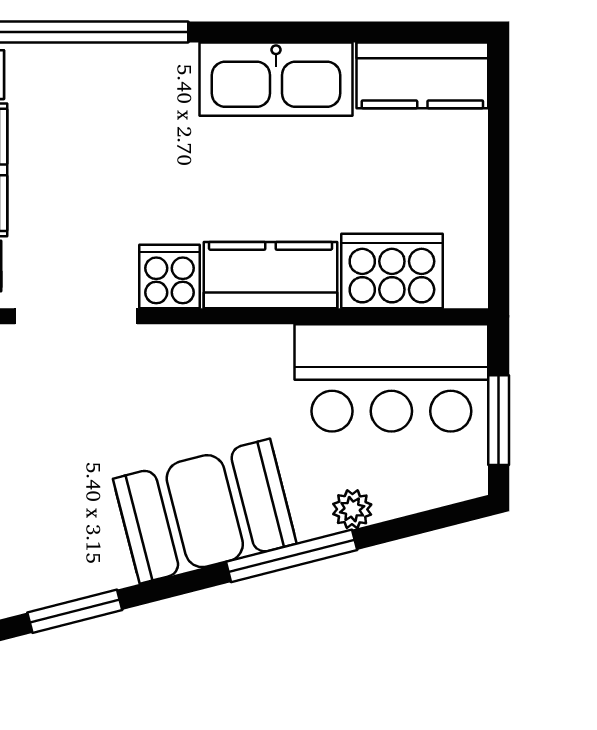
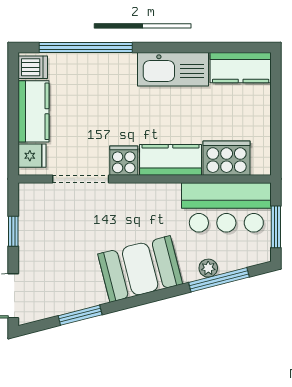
window: (292, 556) -> (219, 280), moved

